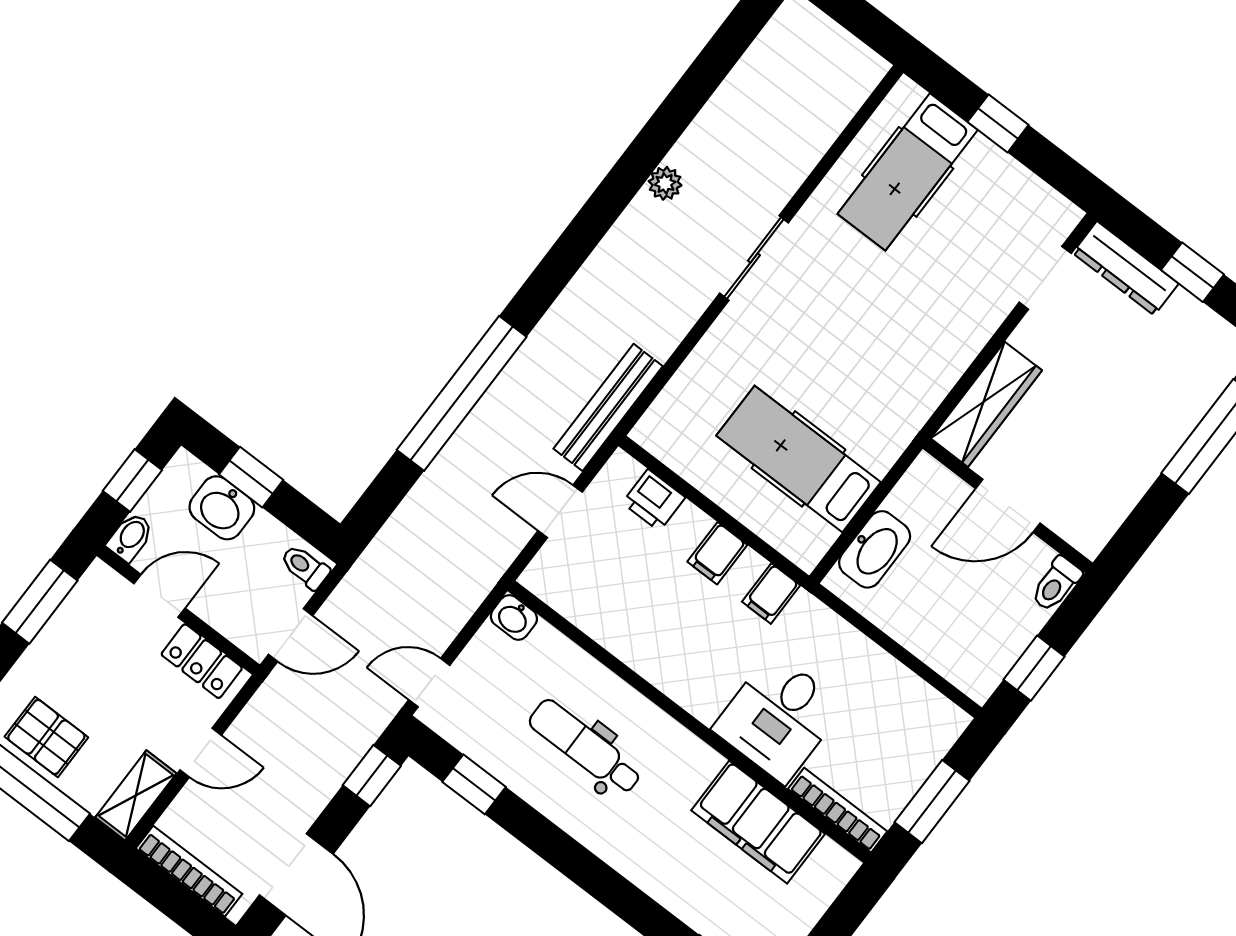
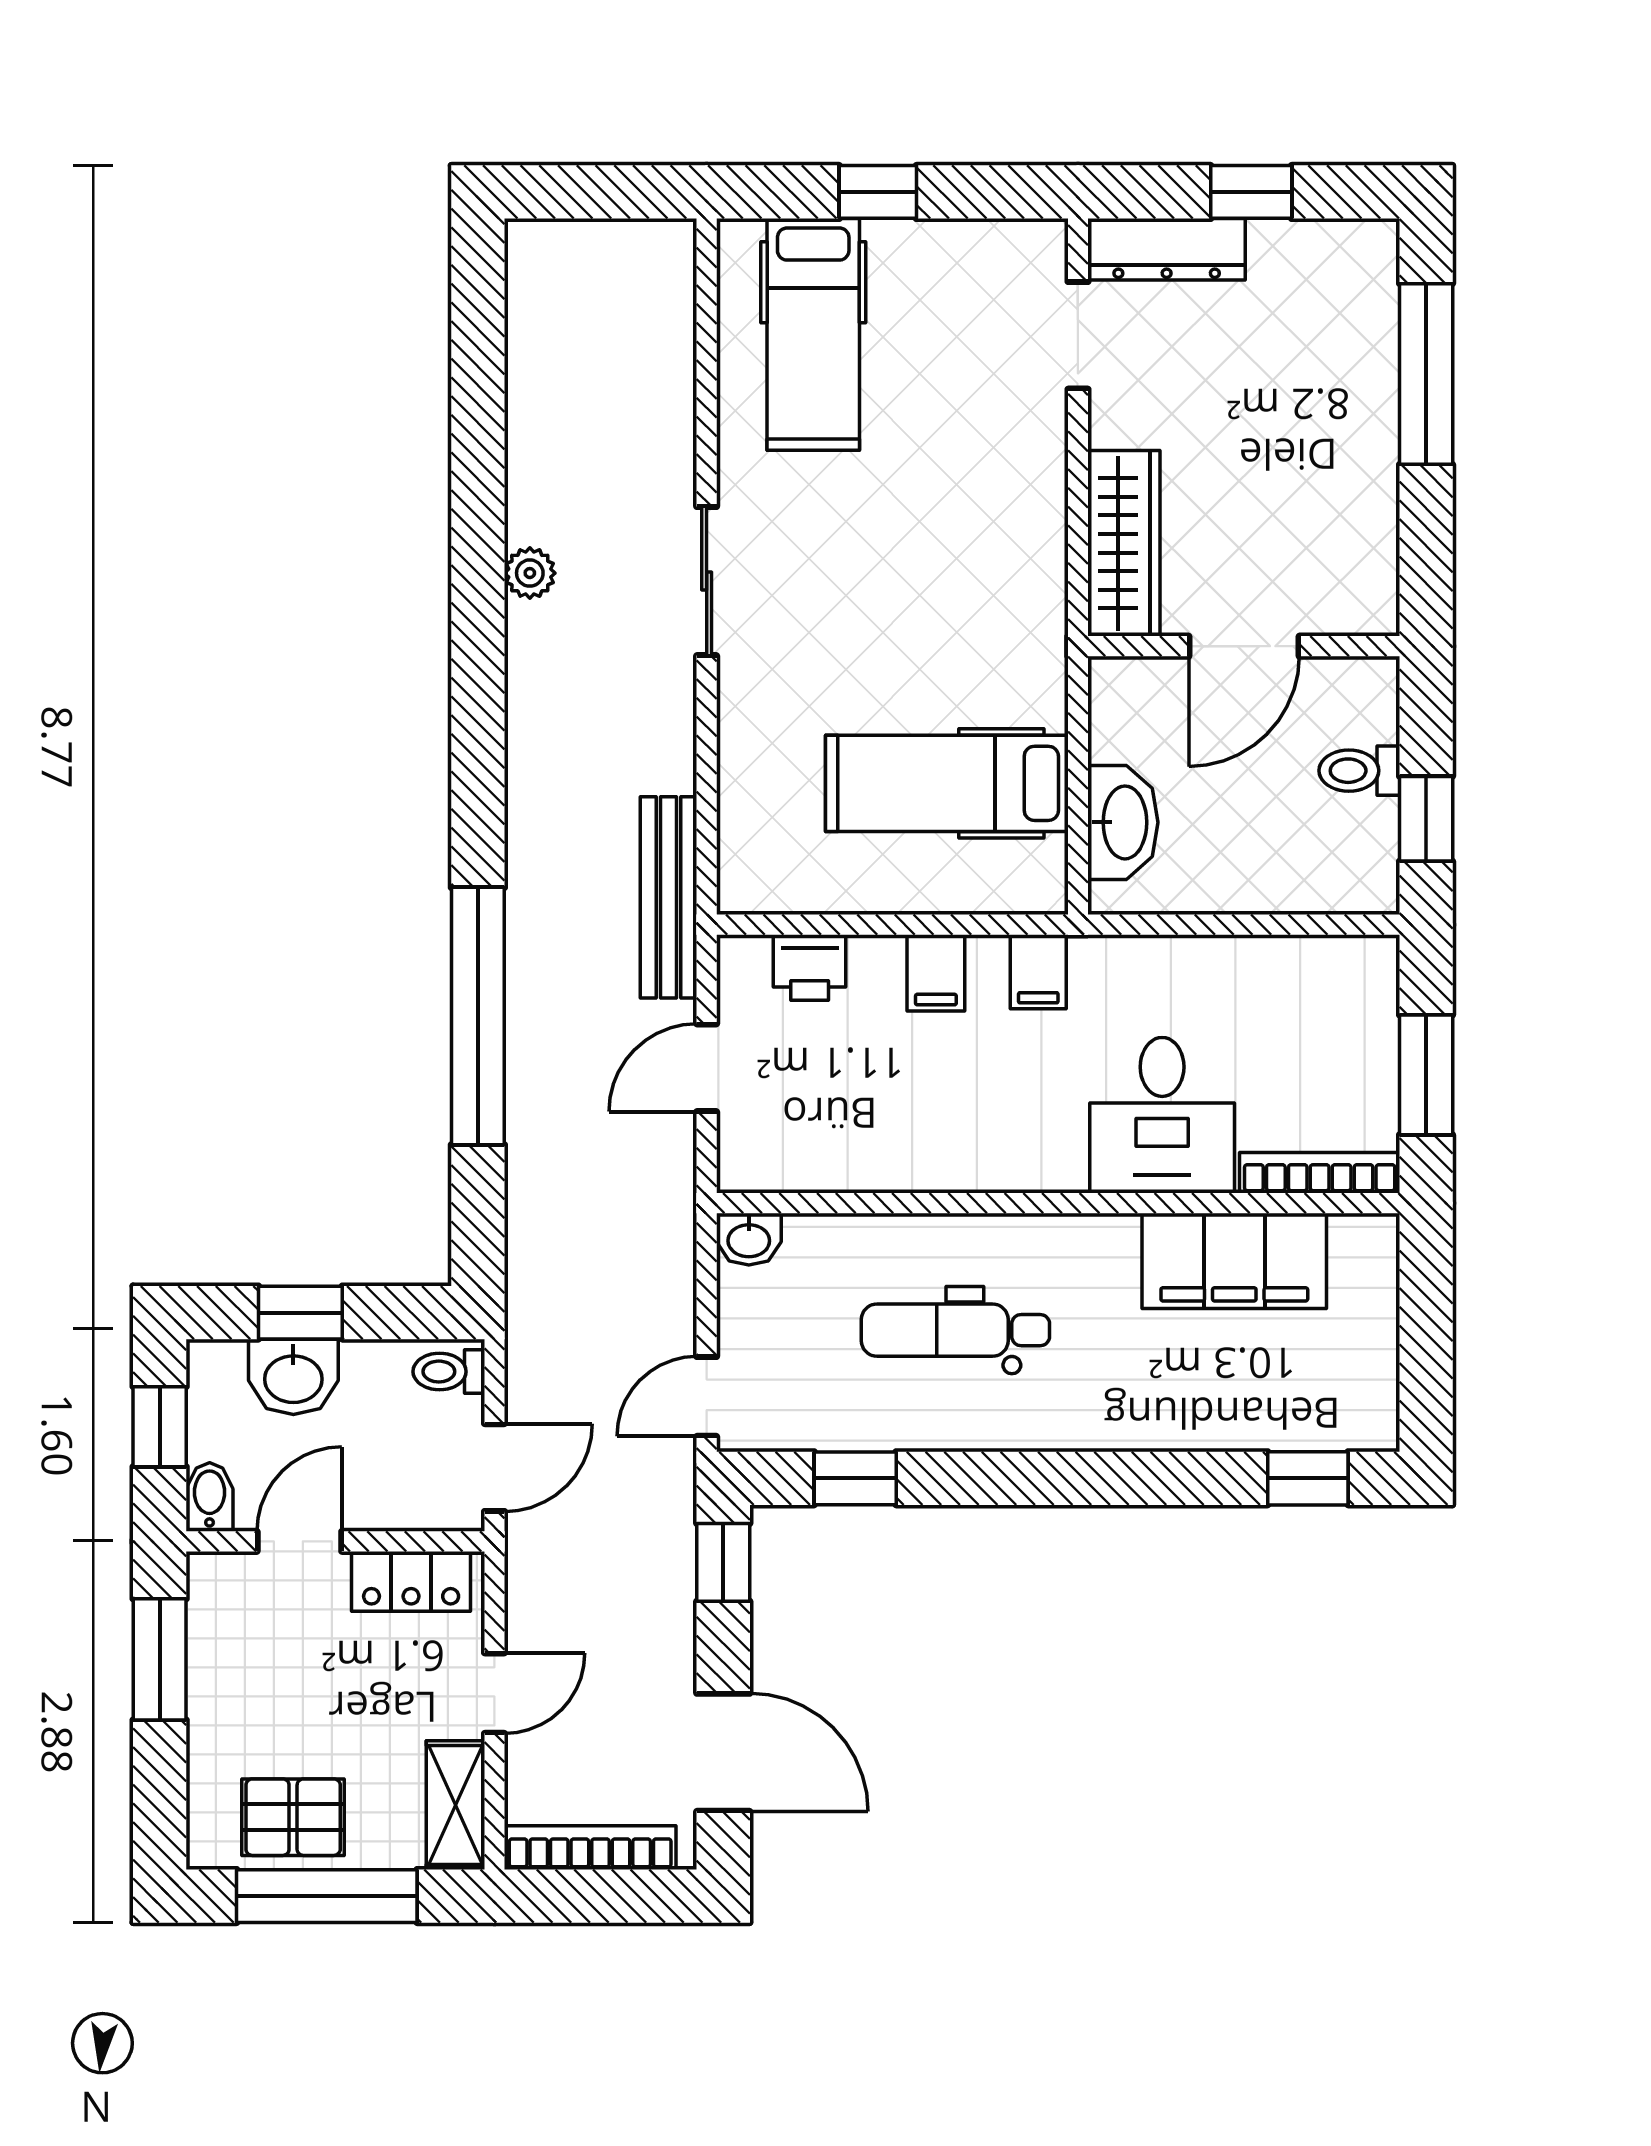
toilet: (1056, 584) -> (1359, 771), moved, turned 90

